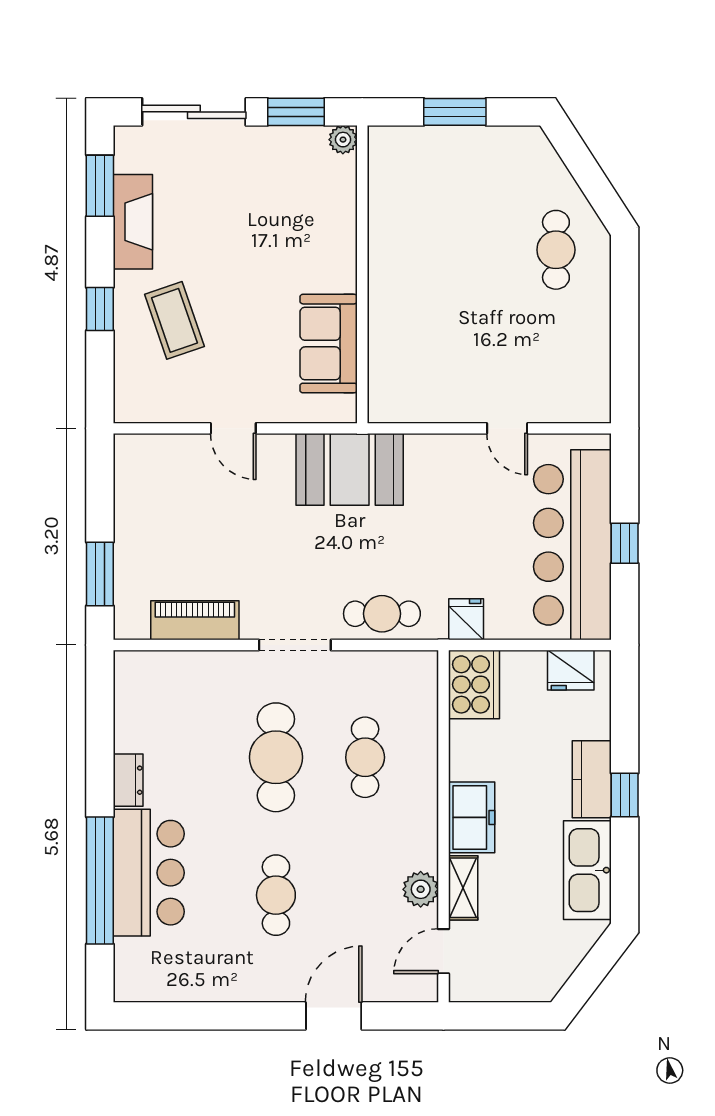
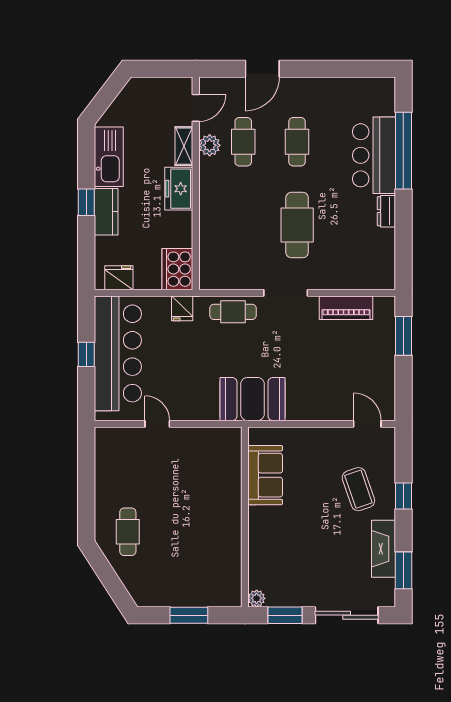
door: (233, 428) -> (367, 424), moved
cafe table: (365, 757) -> (243, 142), moved

